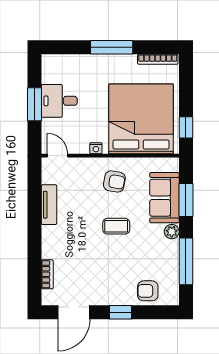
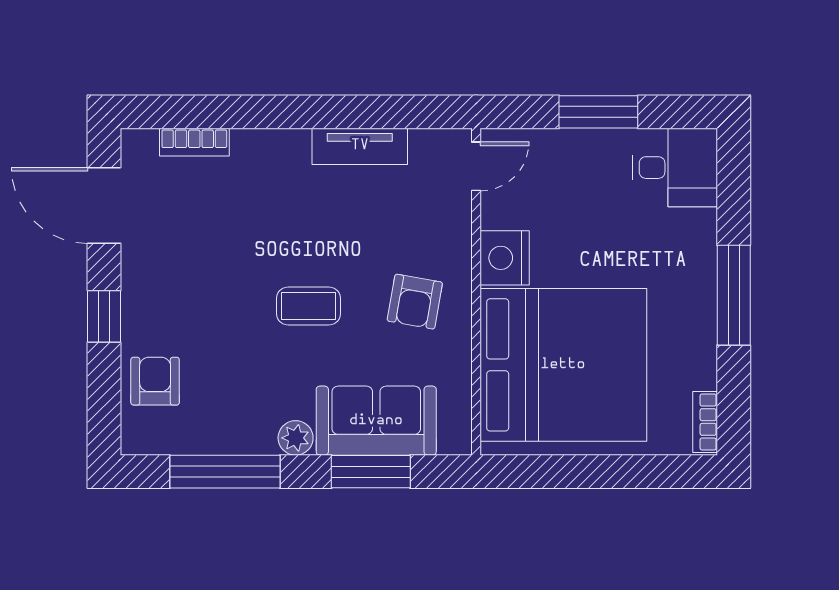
bookcase: (158, 59) -> (705, 422), width x0.64
desk: (59, 101) -> (675, 168), moved, turned 90
window: (186, 127) -> (543, 472), removed
nightstand: (96, 148) -> (505, 258), width x1.89, depth x1.79
coffee table: (116, 226) -> (308, 306), turned 90

